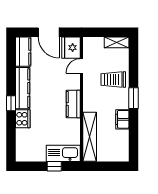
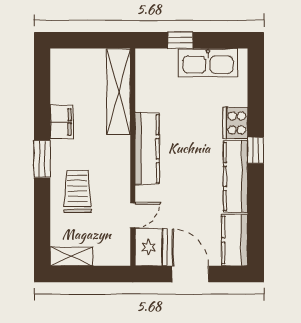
trolley: (113, 79) -> (78, 191), turned -90
kitchen counter: (73, 104) -> (147, 149), width x1.50
kitchen sink: (63, 153) -> (208, 63), moved

